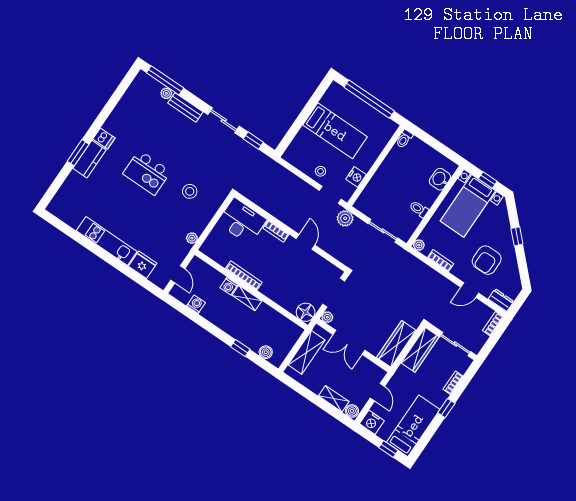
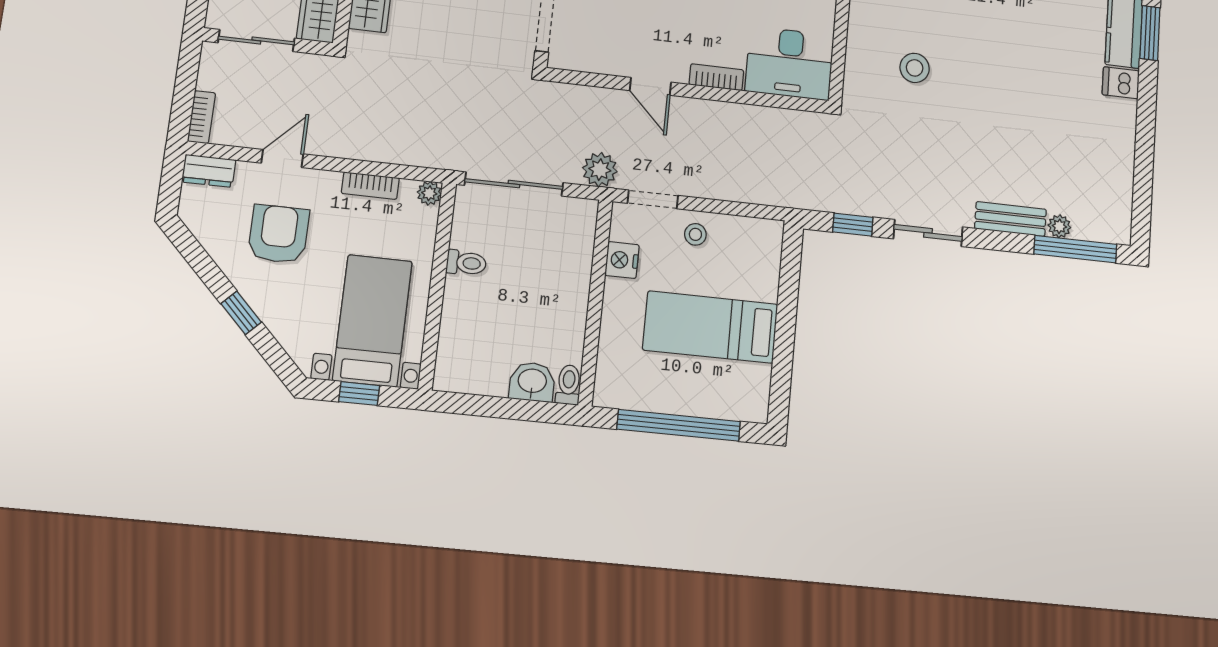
kitchen island: (147, 173) -> (1010, 61), removed
washbasin: (440, 179) -> (532, 382), moved, turned -90
sliding door: (383, 231) -> (514, 184), width x1.37

